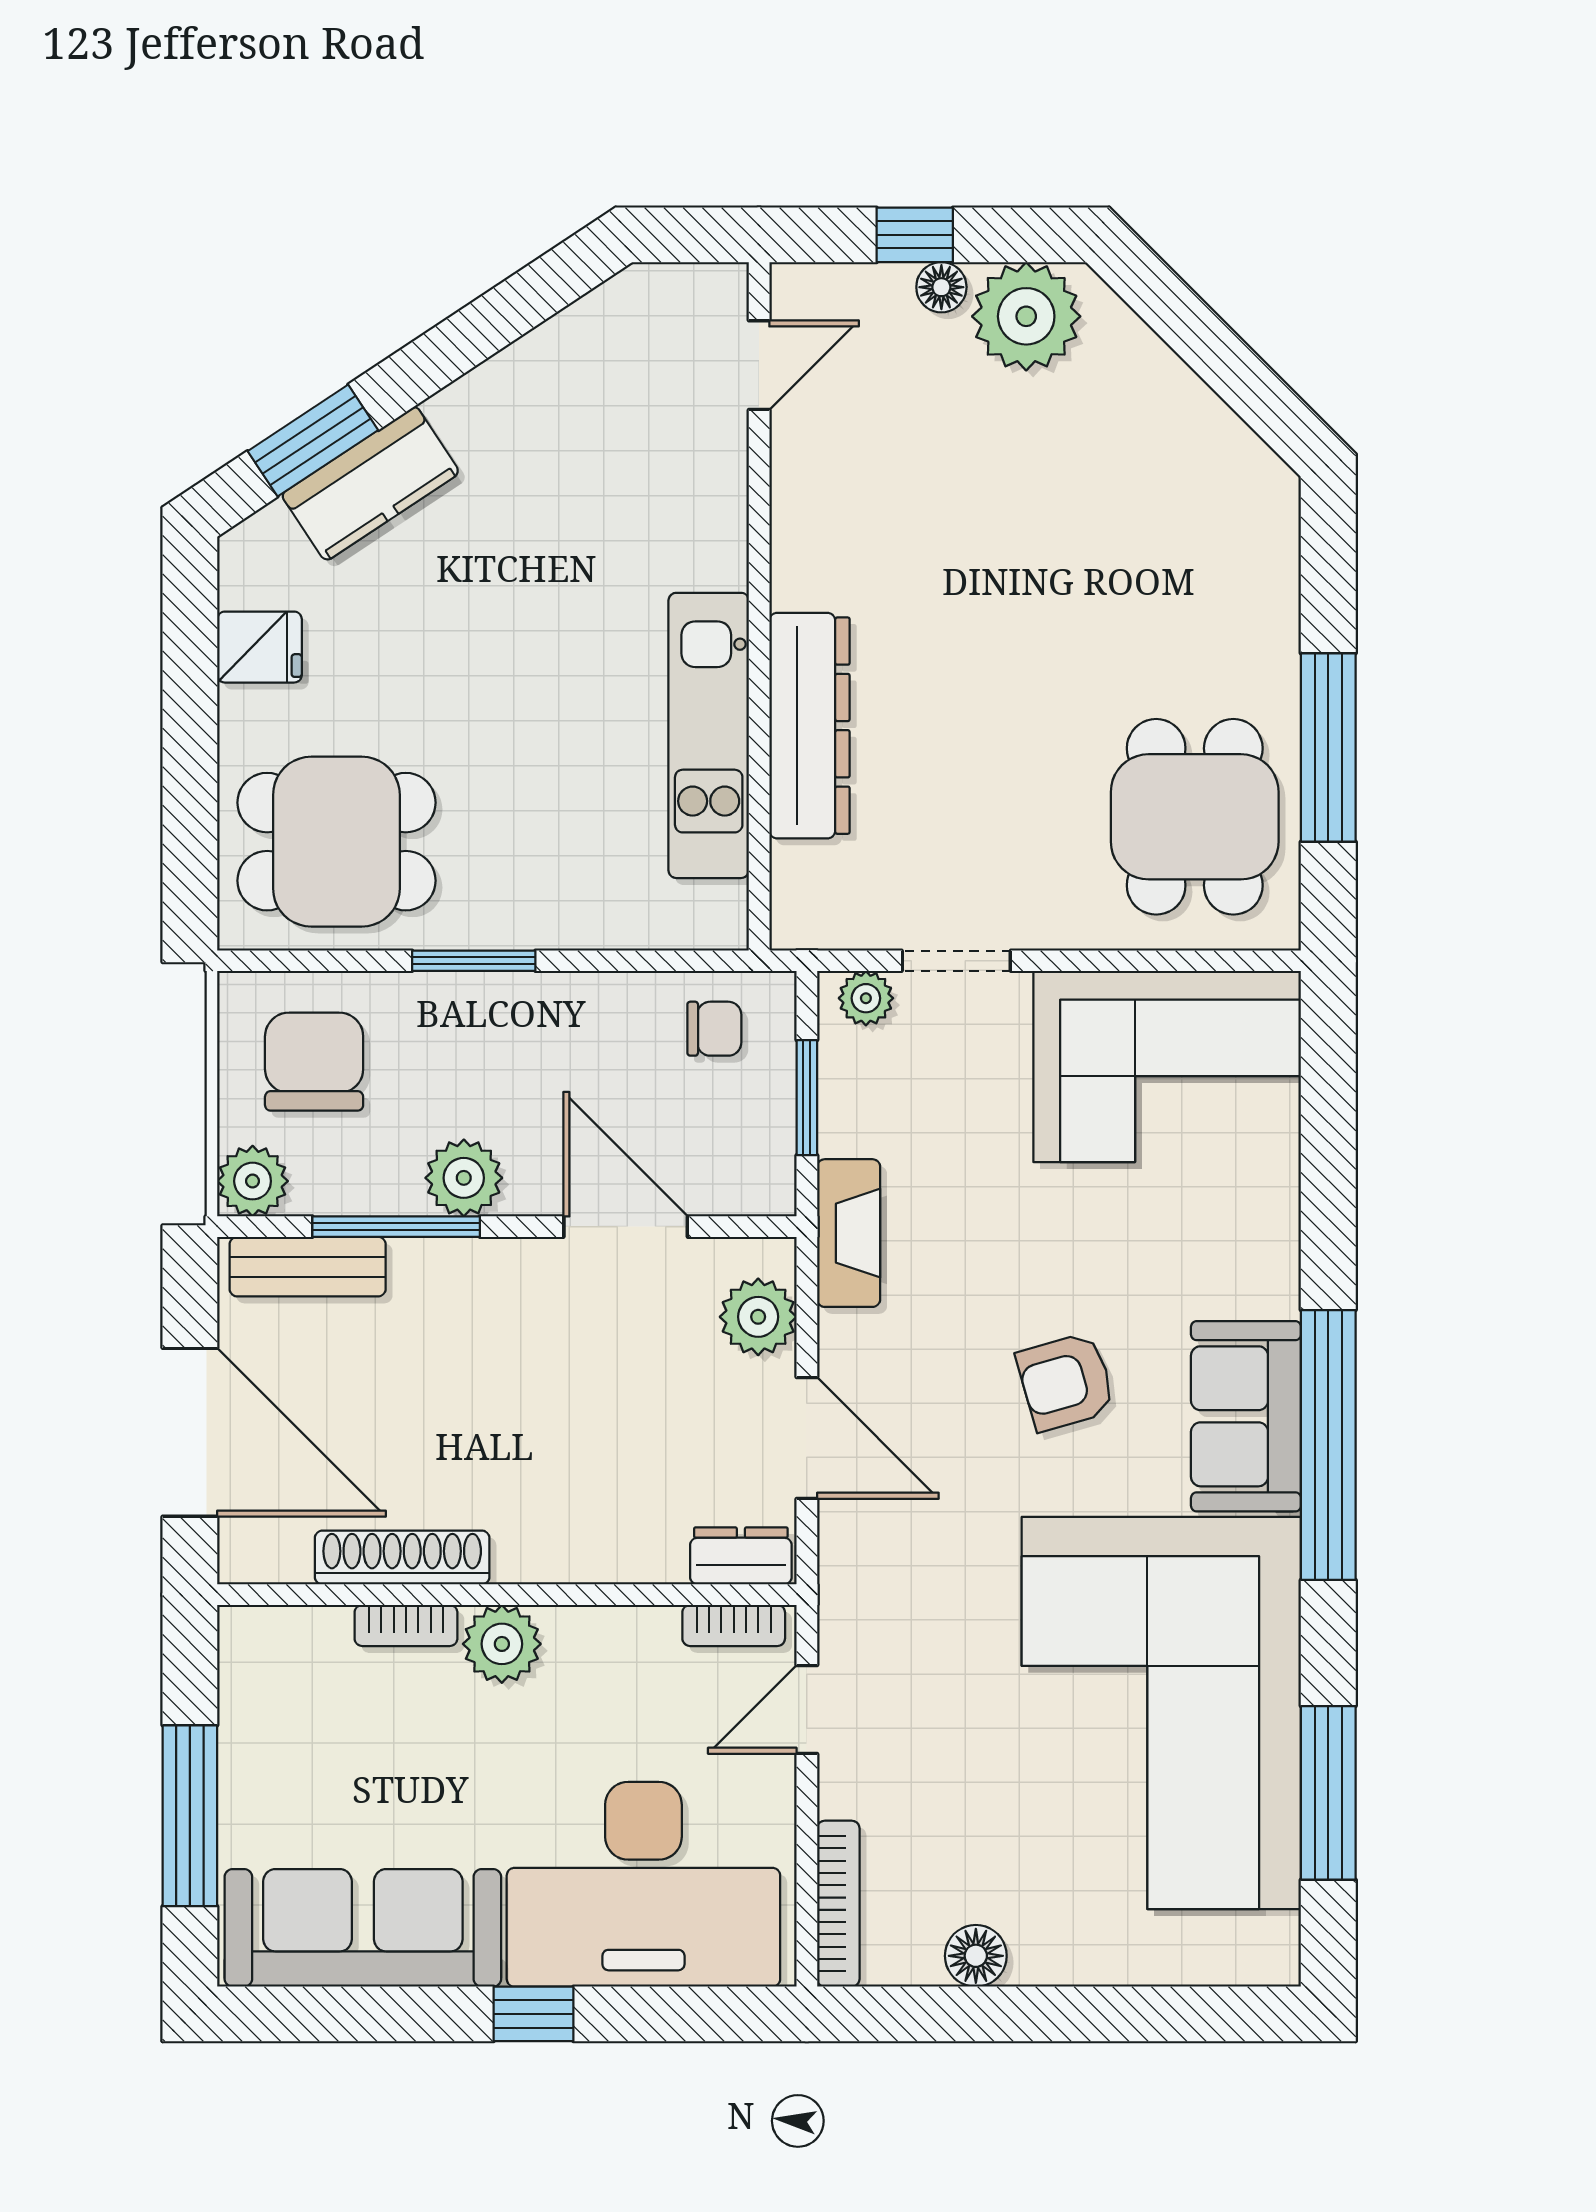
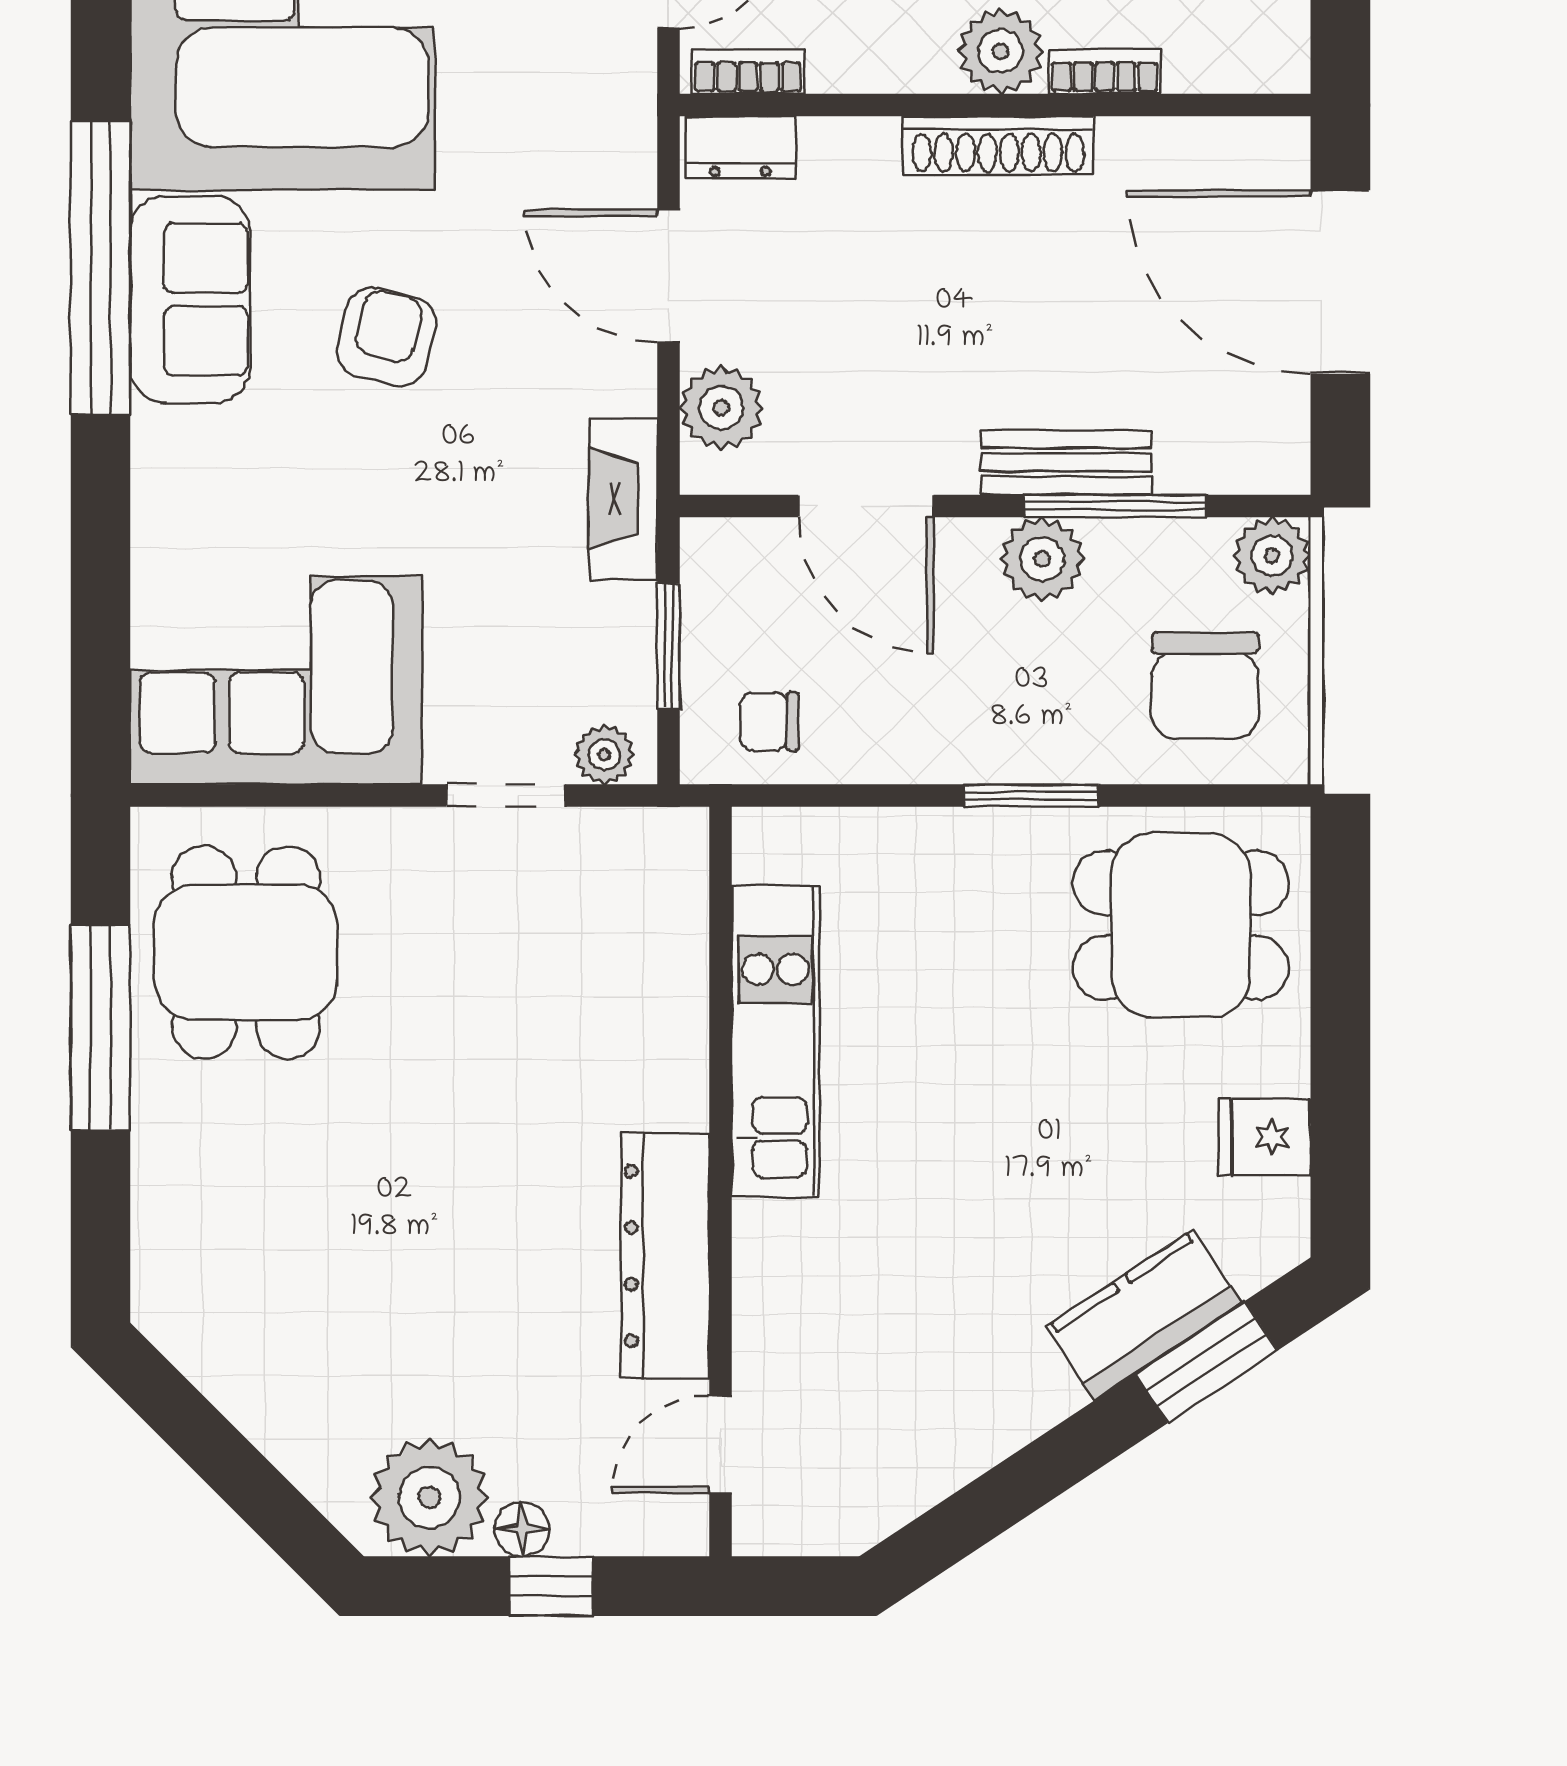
dresser: (810, 726) -> (665, 1256), moved
bench: (308, 1267) -> (1066, 462), moved
armchair: (1066, 1382) -> (386, 337), turned -60
shoe rack: (402, 1558) -> (998, 146), moved

